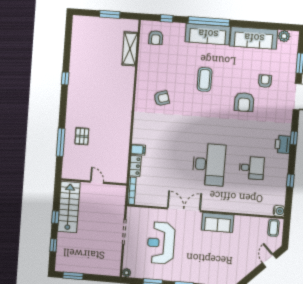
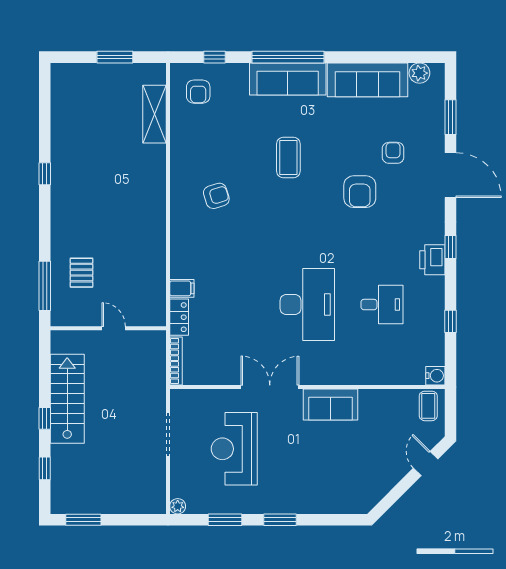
wall: (94, 182) -> (108, 328), moved
door: (97, 182) -> (114, 328), moved

